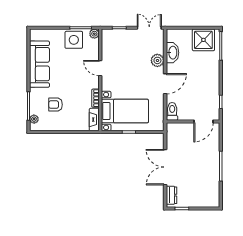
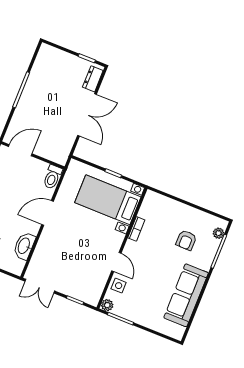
side table: (74, 40) -> (119, 286), moved, width x0.54, depth x0.54
plant: (157, 60) -> (46, 244), removed
armchair: (56, 105) -> (186, 240), turned 91
fireplace: (94, 120) -> (148, 204), removed

